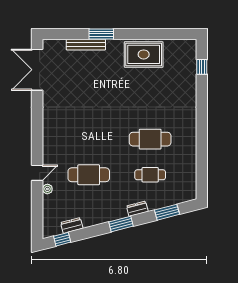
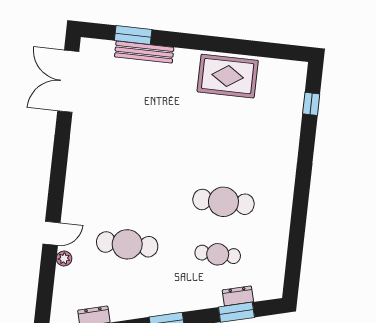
window: (101, 34) -> (133, 35), moved
dresser: (137, 209) -> (238, 296), moved

